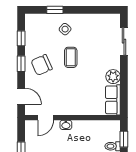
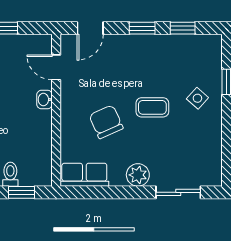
chair: (42, 65) -> (106, 122), moved
plant: (113, 77) -> (138, 175), moved

